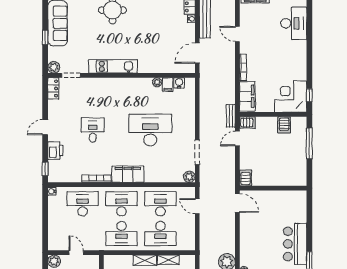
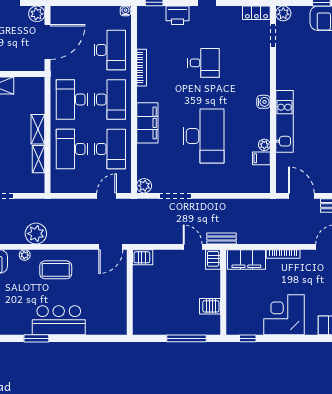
kitchen unit: (113, 66) -> (284, 121), moved
water cooler: (179, 83) -> (263, 102), moved
corner desk: (291, 96) -> (284, 315), moved, turned -90
filing cabinet: (128, 174) -> (147, 123), moved
coffee table: (255, 246) -> (56, 270), added
door: (76, 253) -> (48, 42), width x1.88

